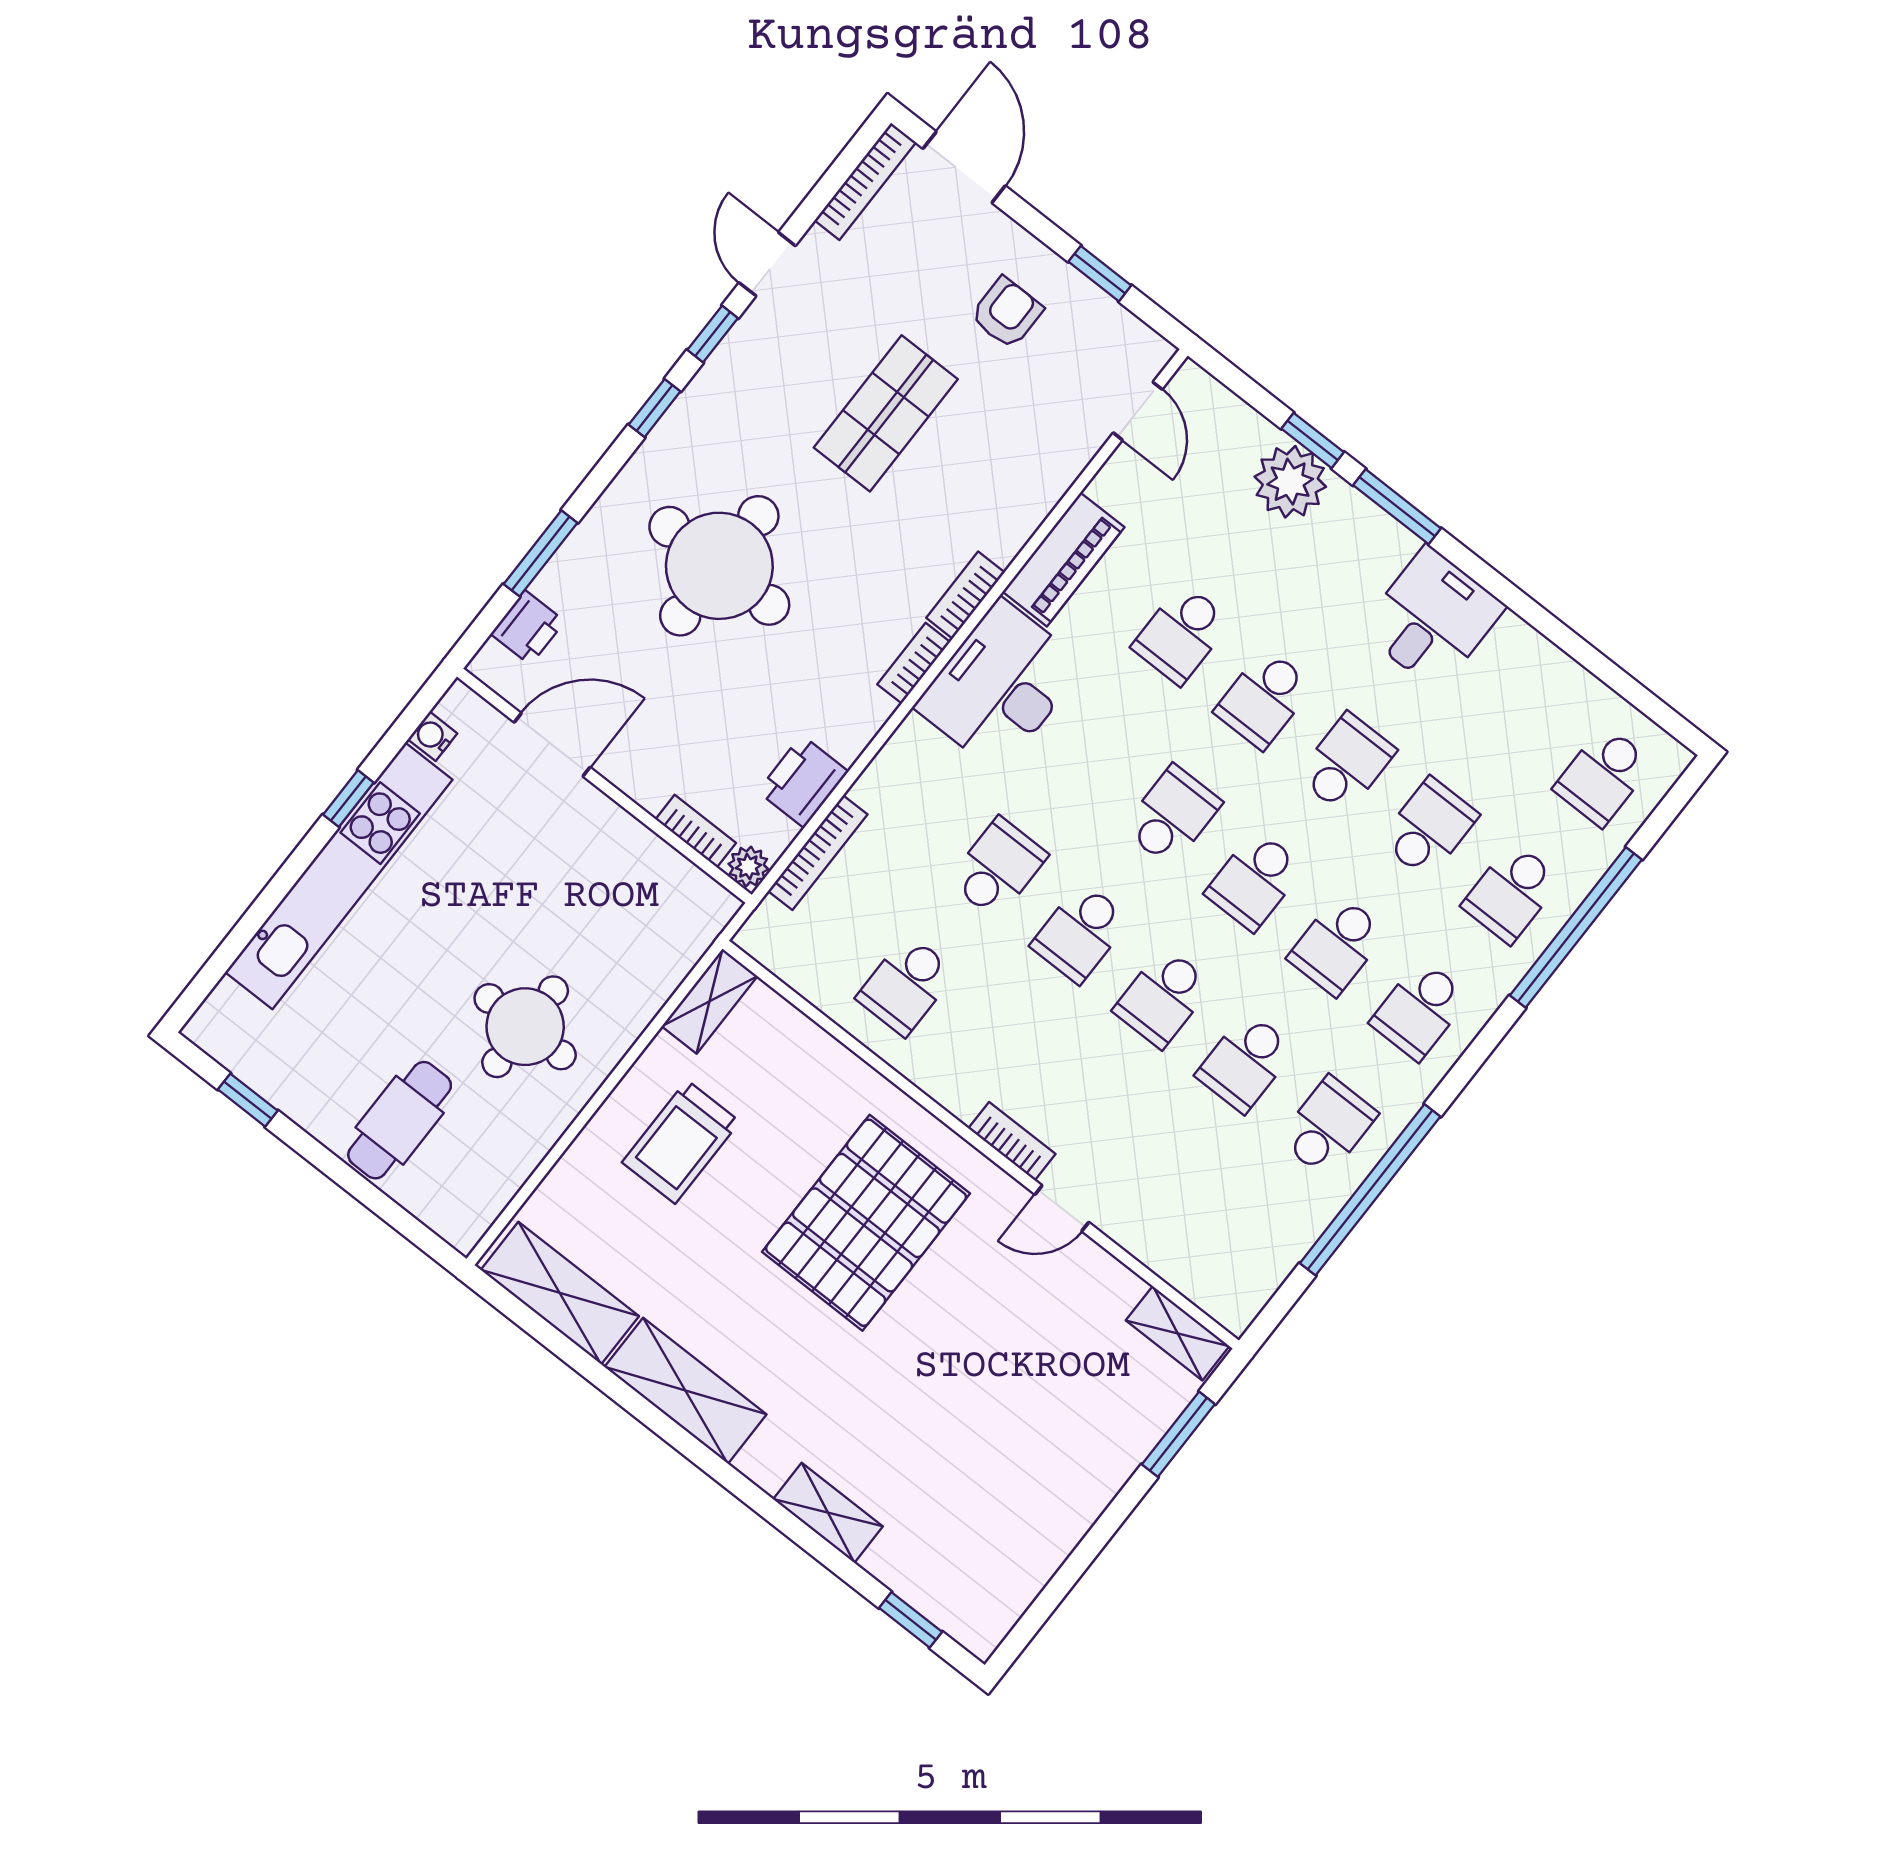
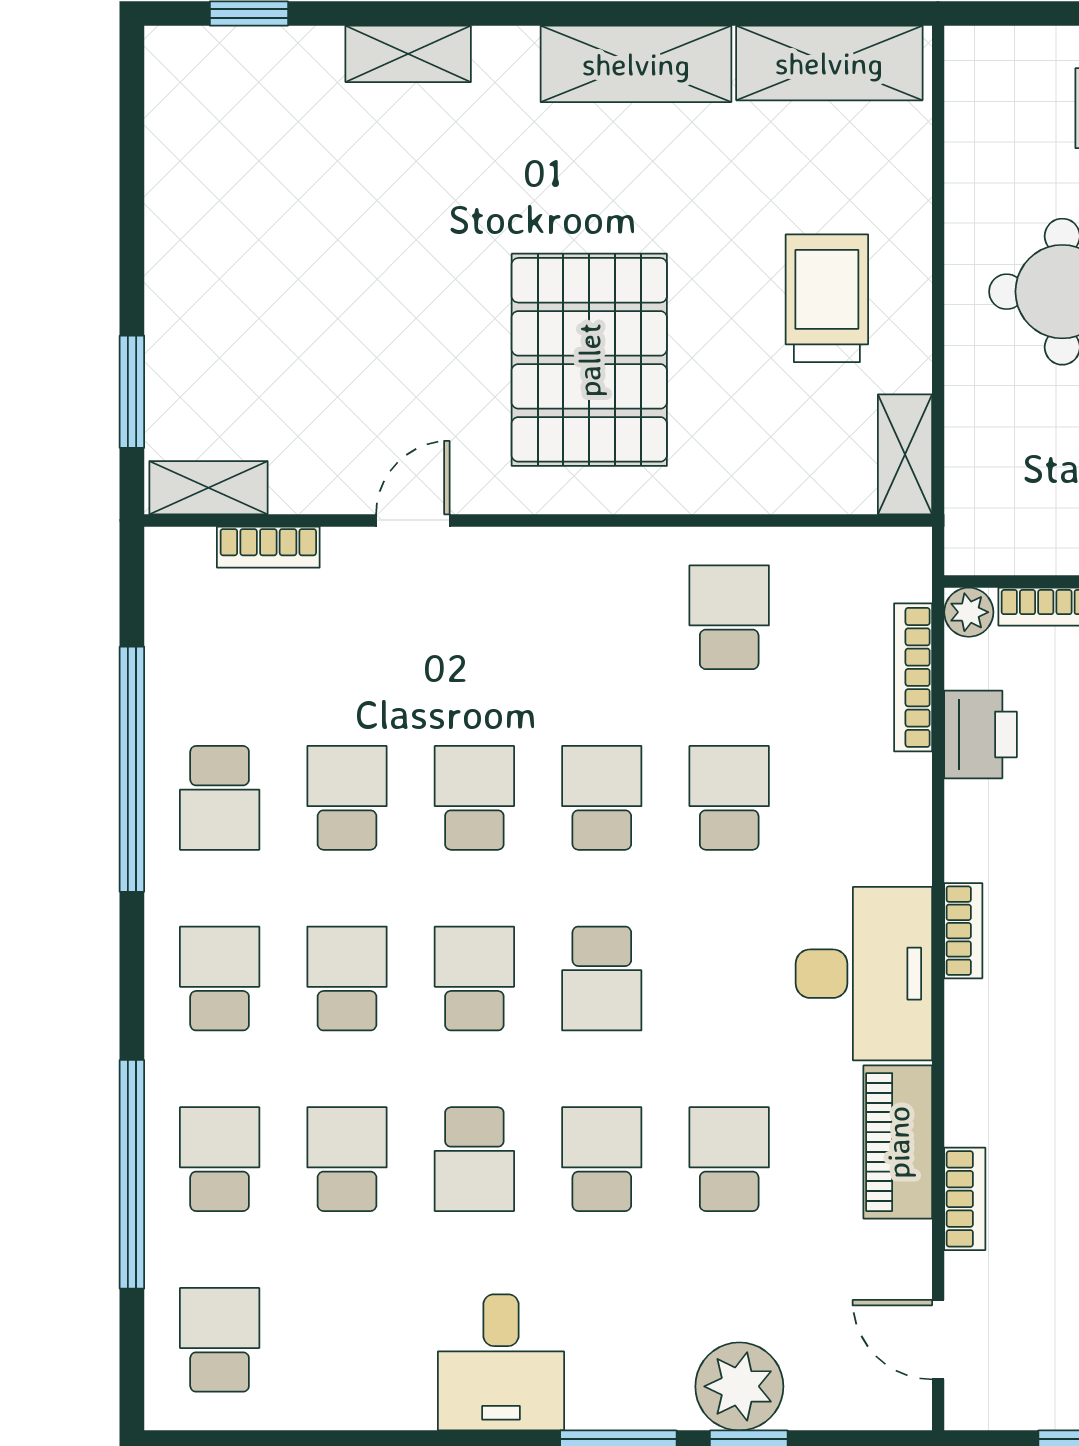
bookcase: (965, 595) -> (965, 1199), moved
school desk: (1429, 828) -> (347, 1159), turned 180
school desk: (998, 868) -> (729, 798), turned 180
bookcase: (1012, 1141) -> (268, 547), moved

